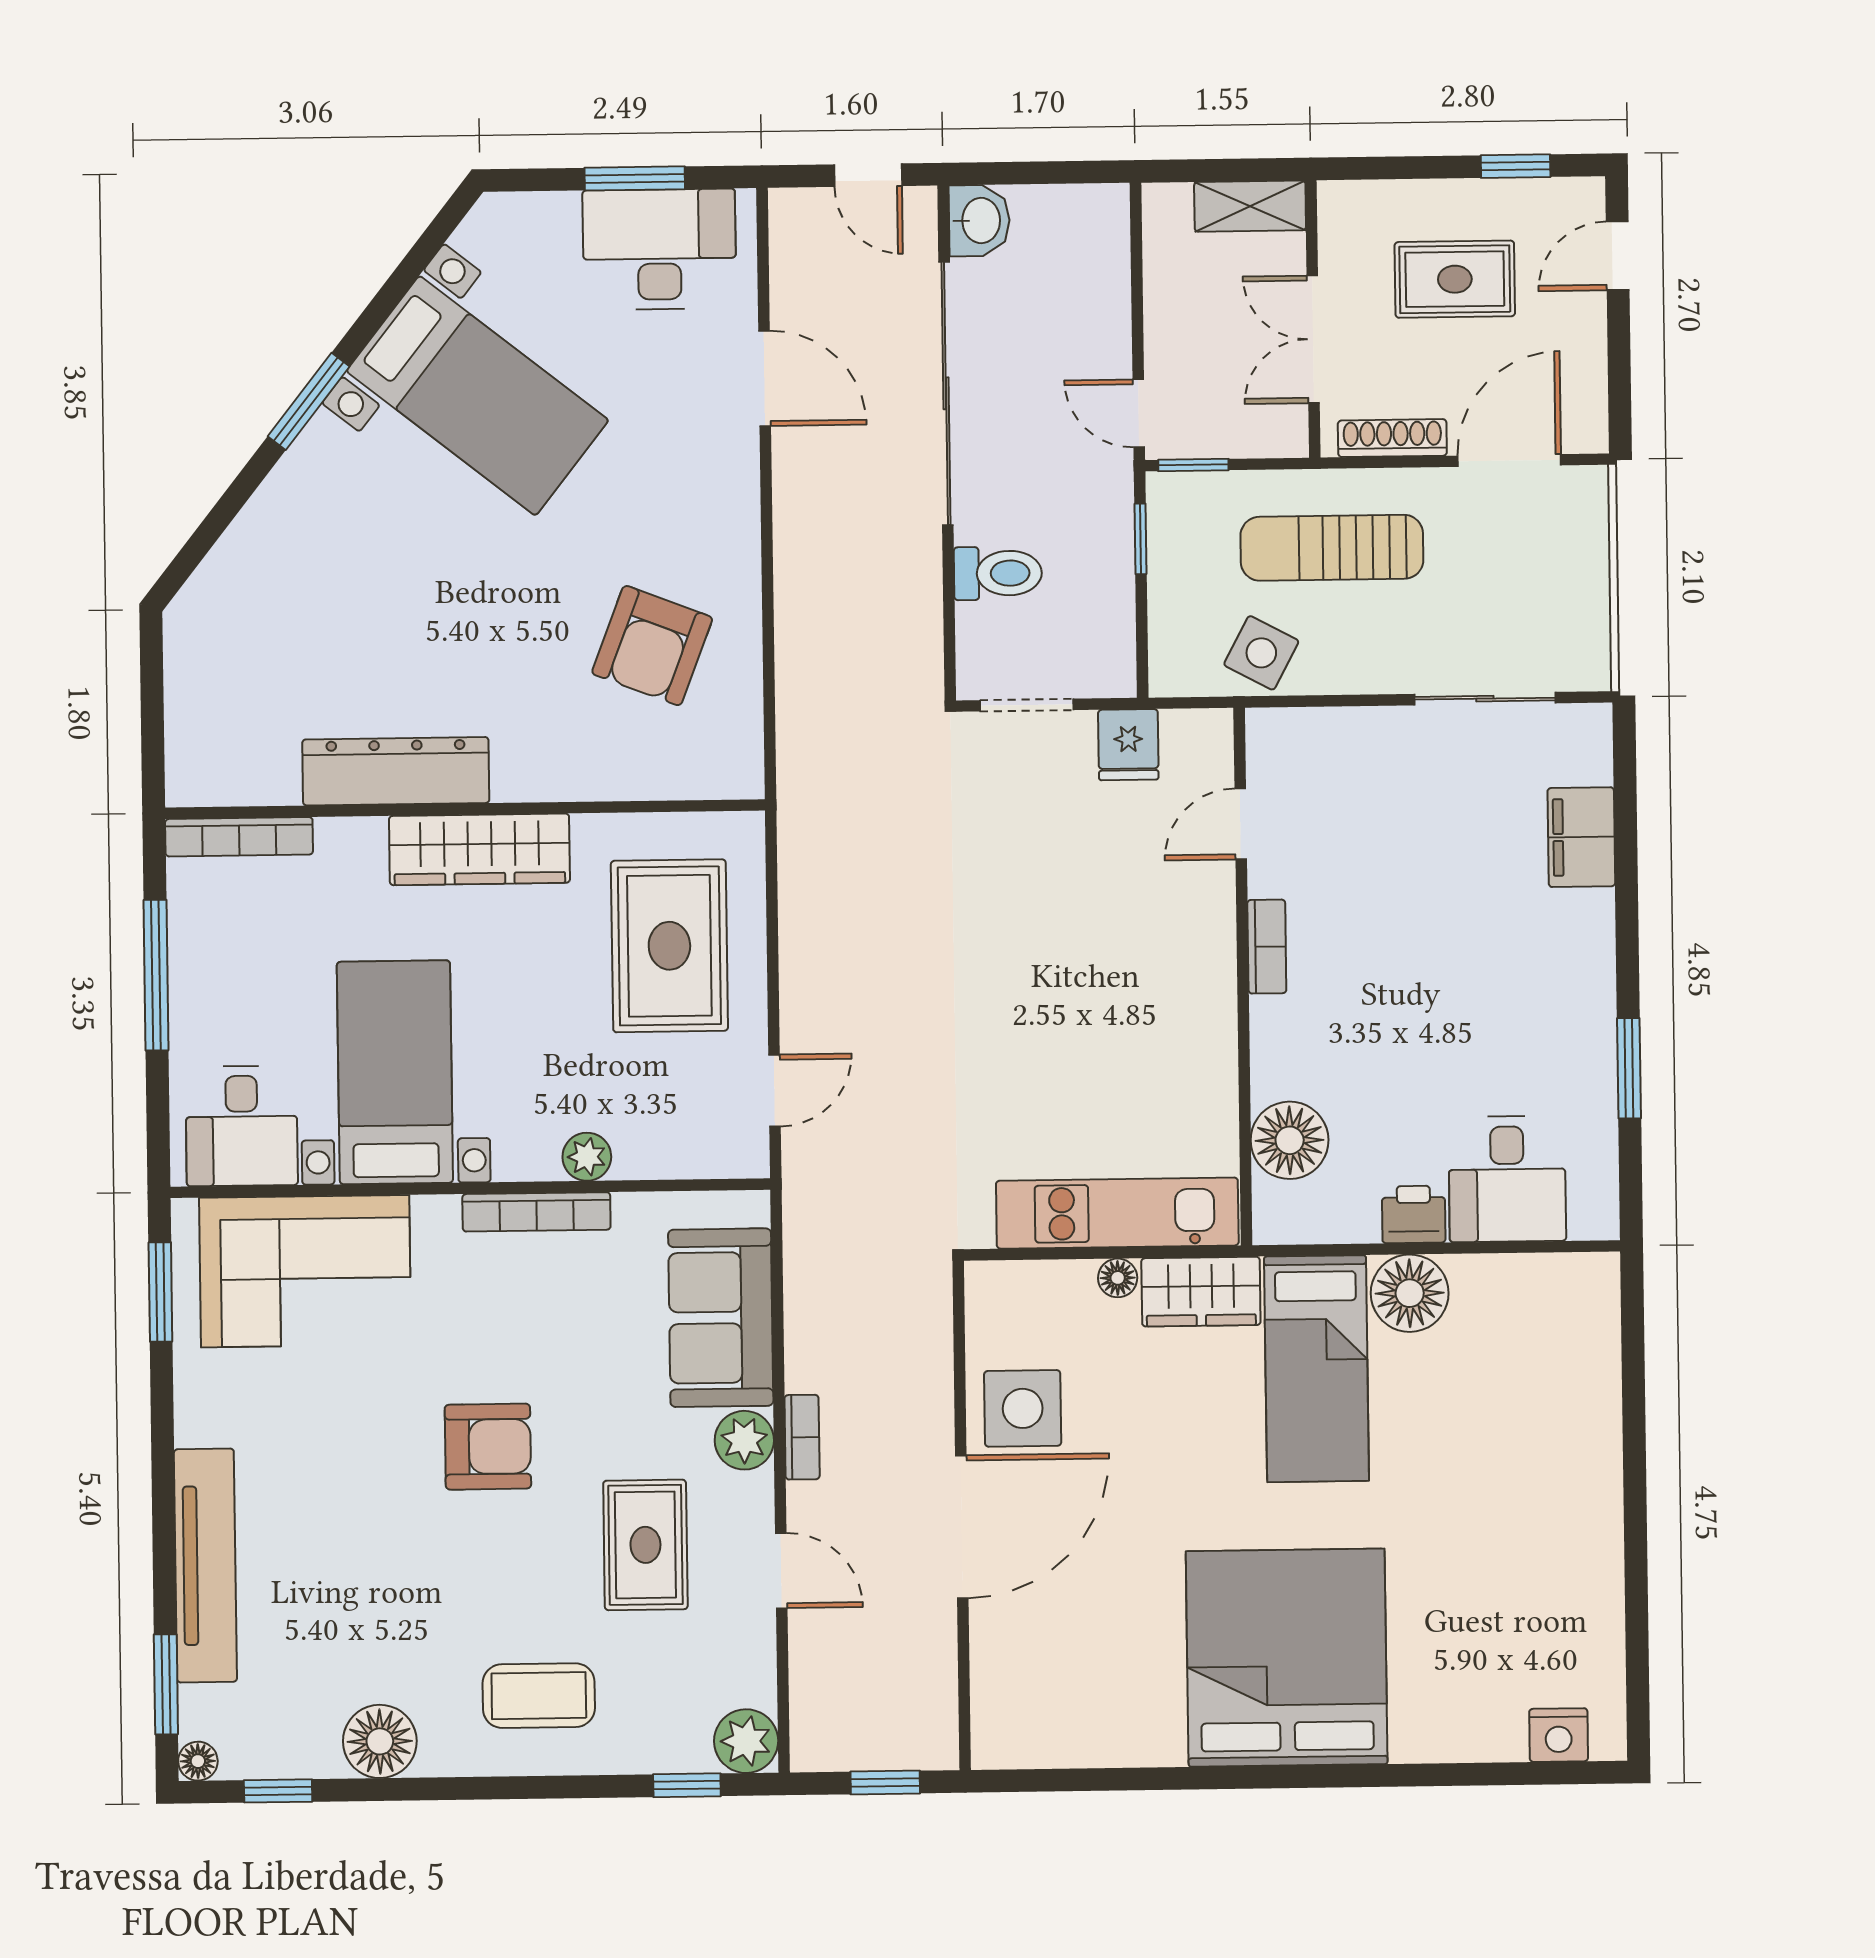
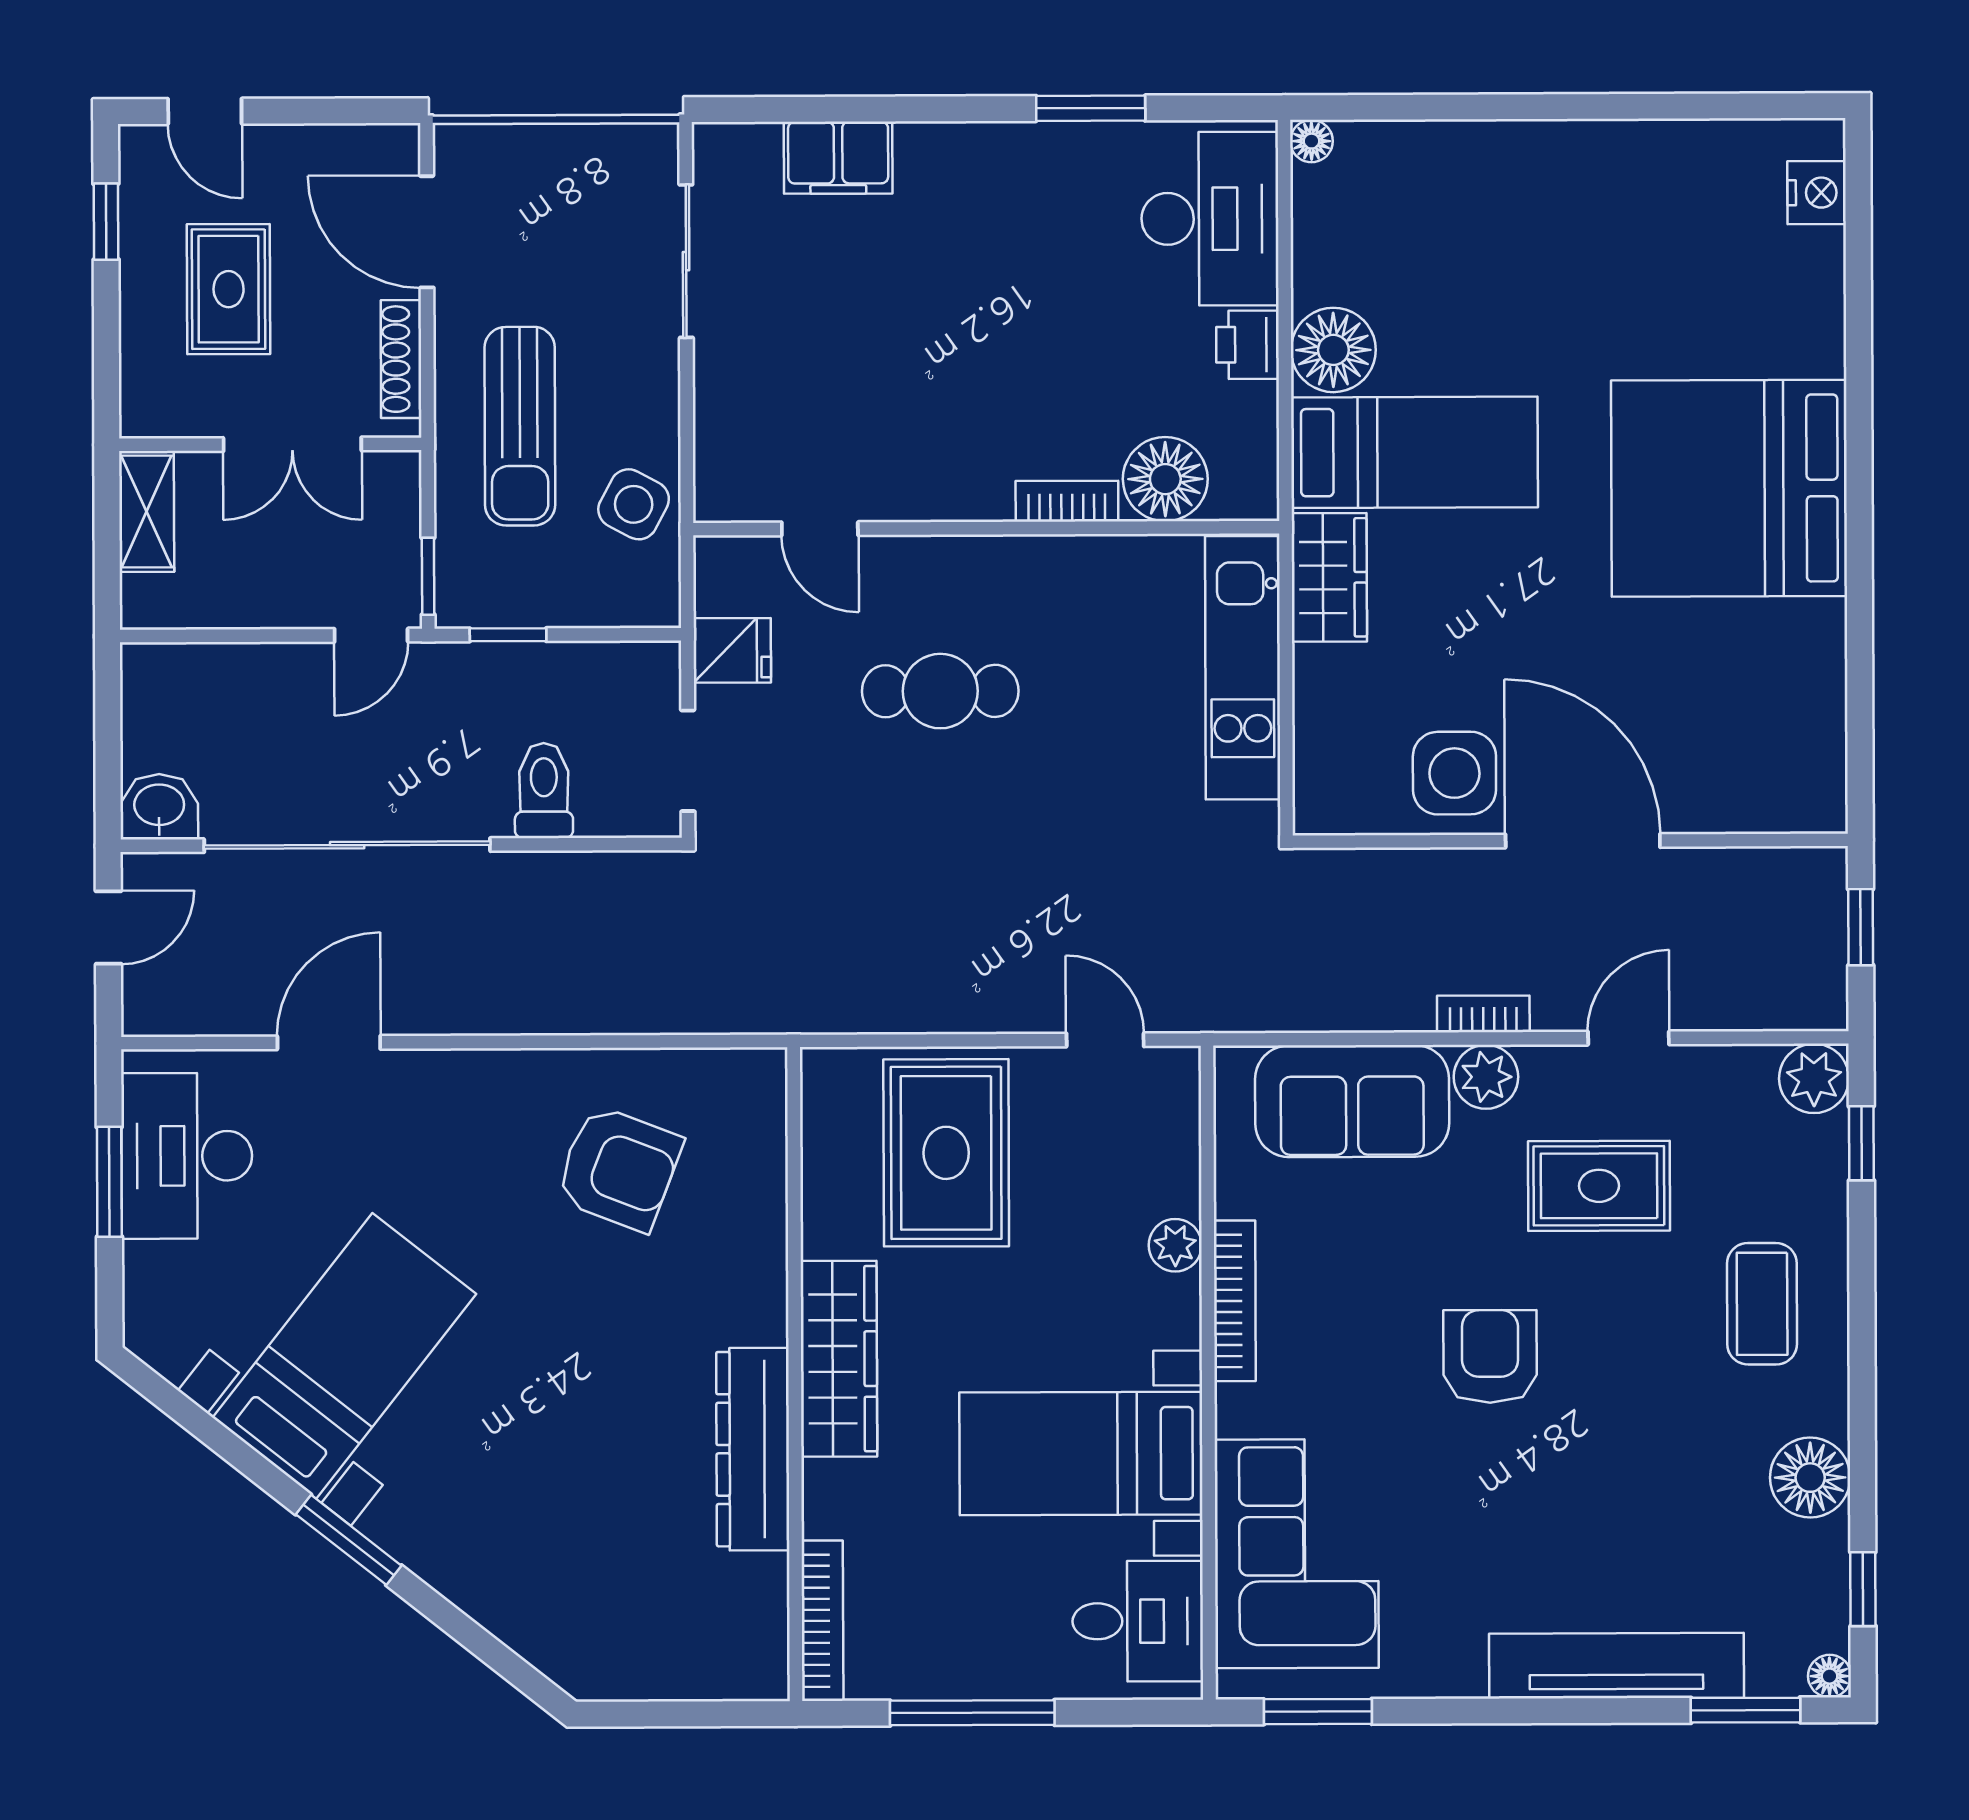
cafe table: (1093, 936) -> (940, 691), added
rug: (669, 946) -> (946, 1153), turned 90
bookcase: (1267, 947) -> (1067, 501), moved
desk: (1507, 1179) -> (1210, 219), width x1.37
floor lamp: (1118, 1278) -> (1312, 141), moved

